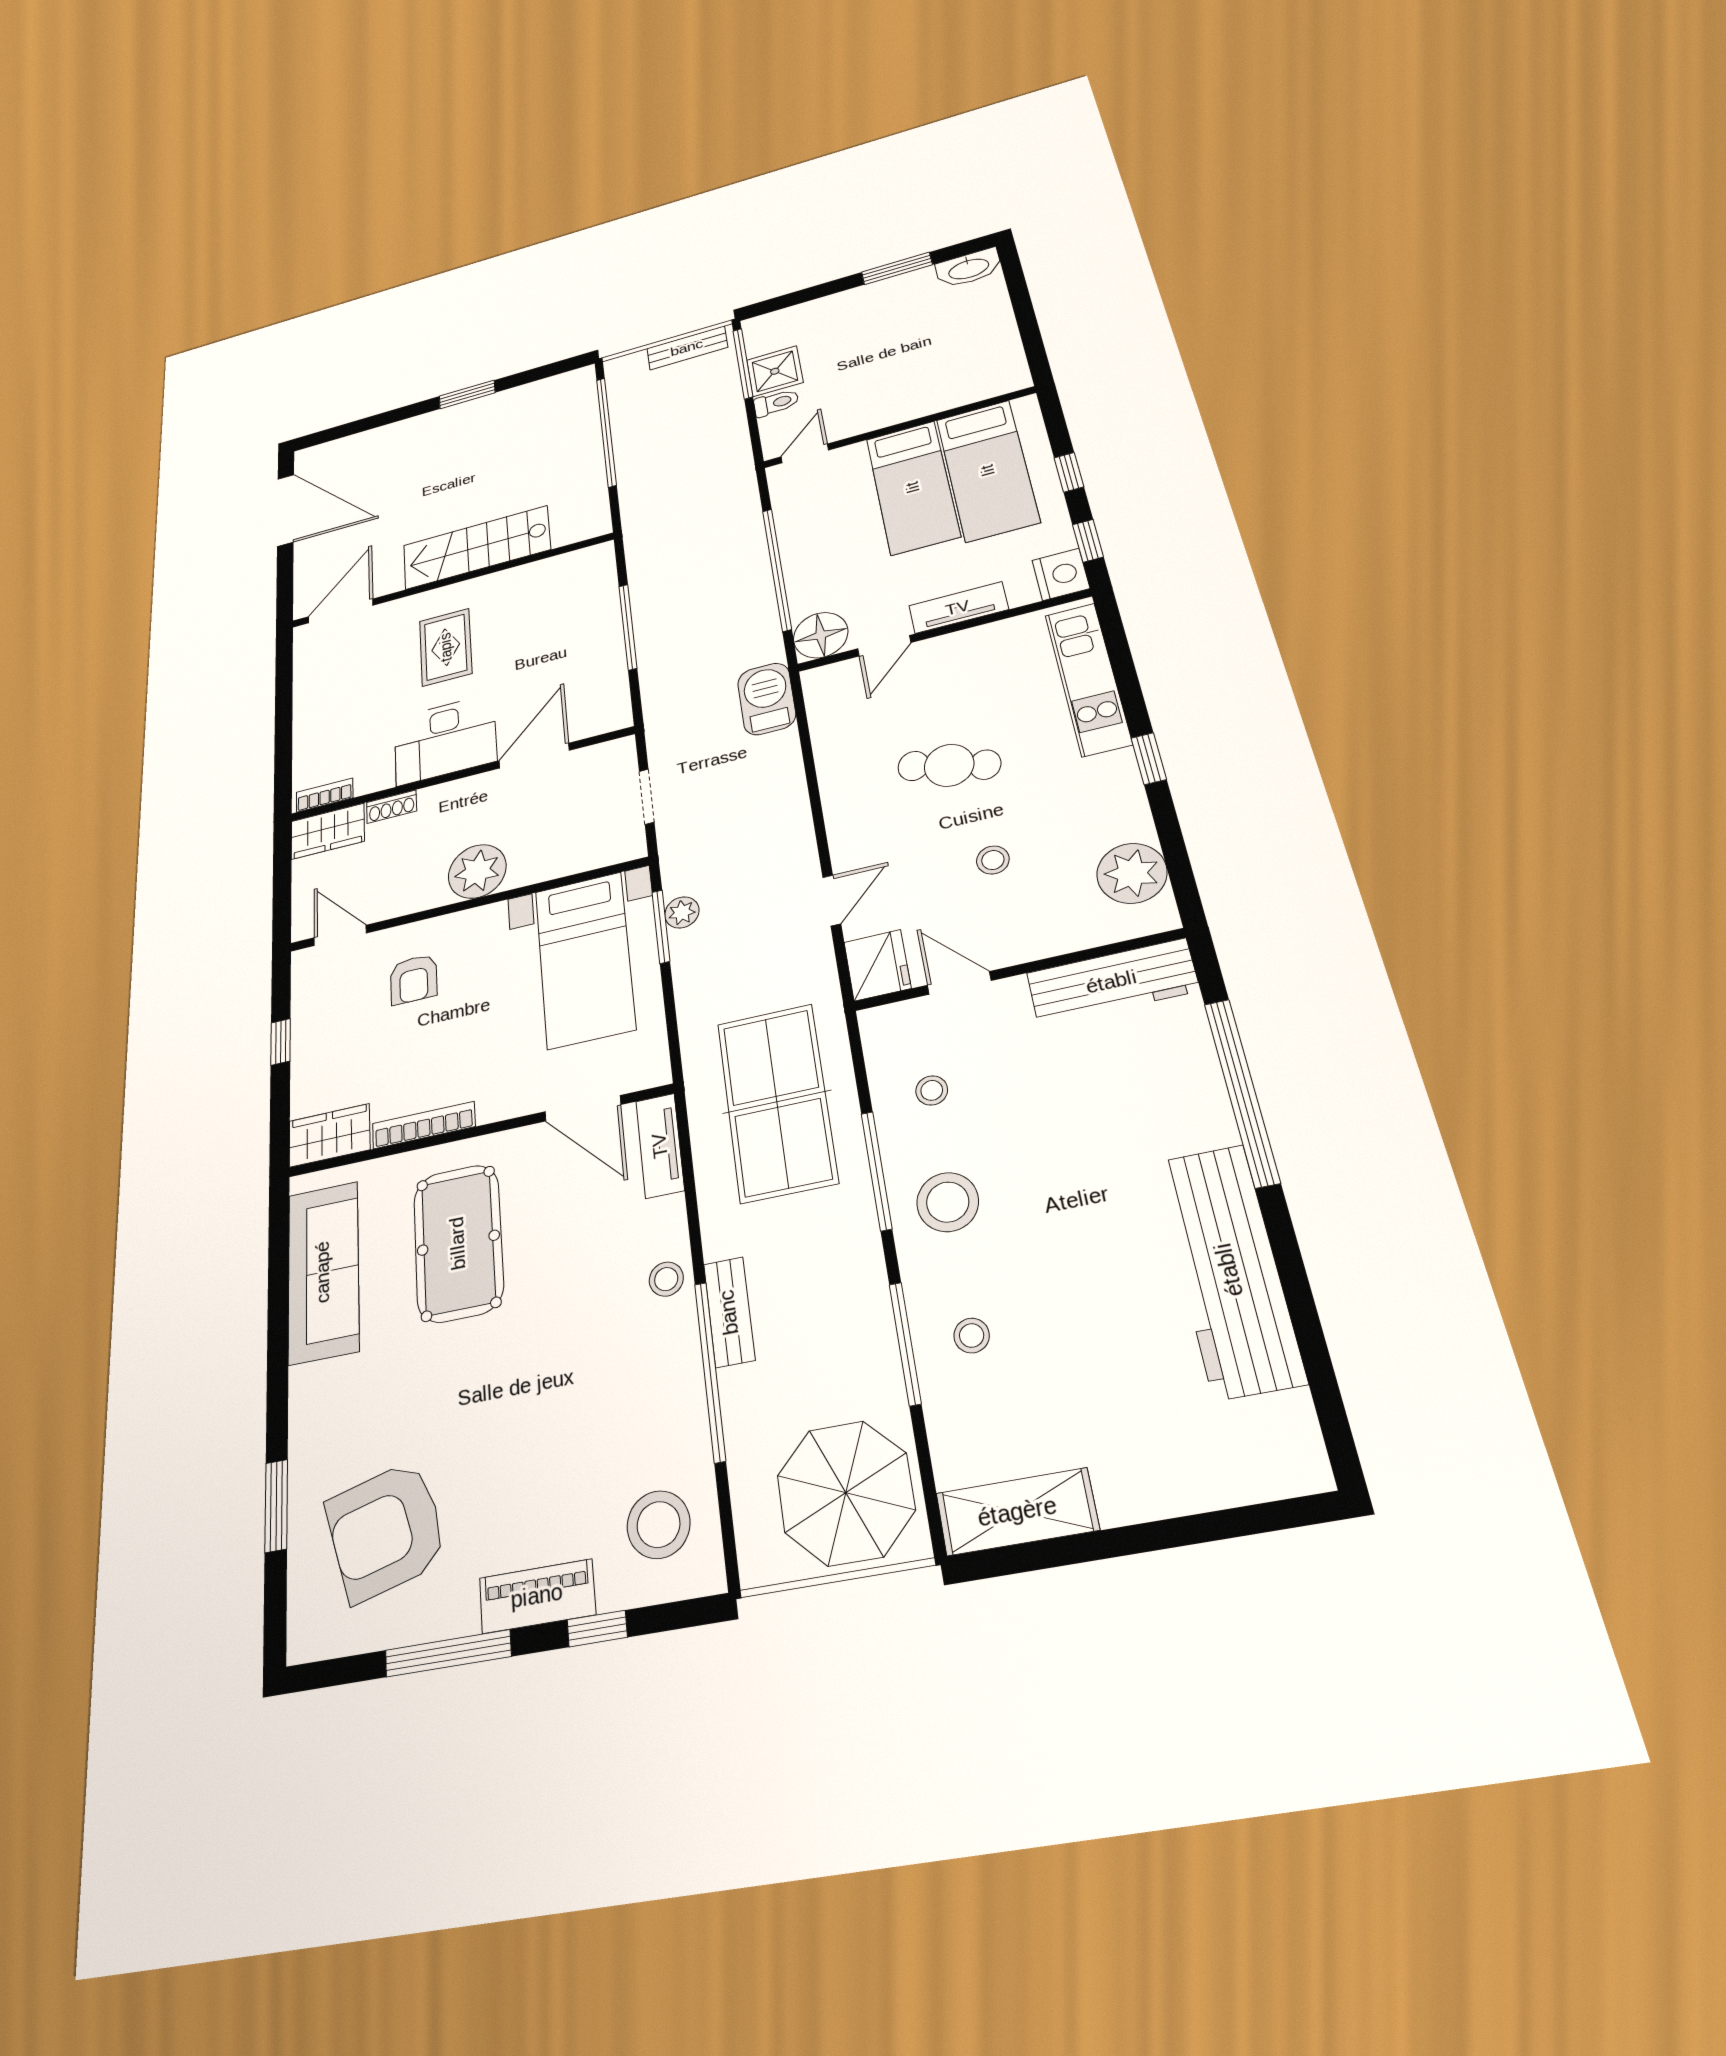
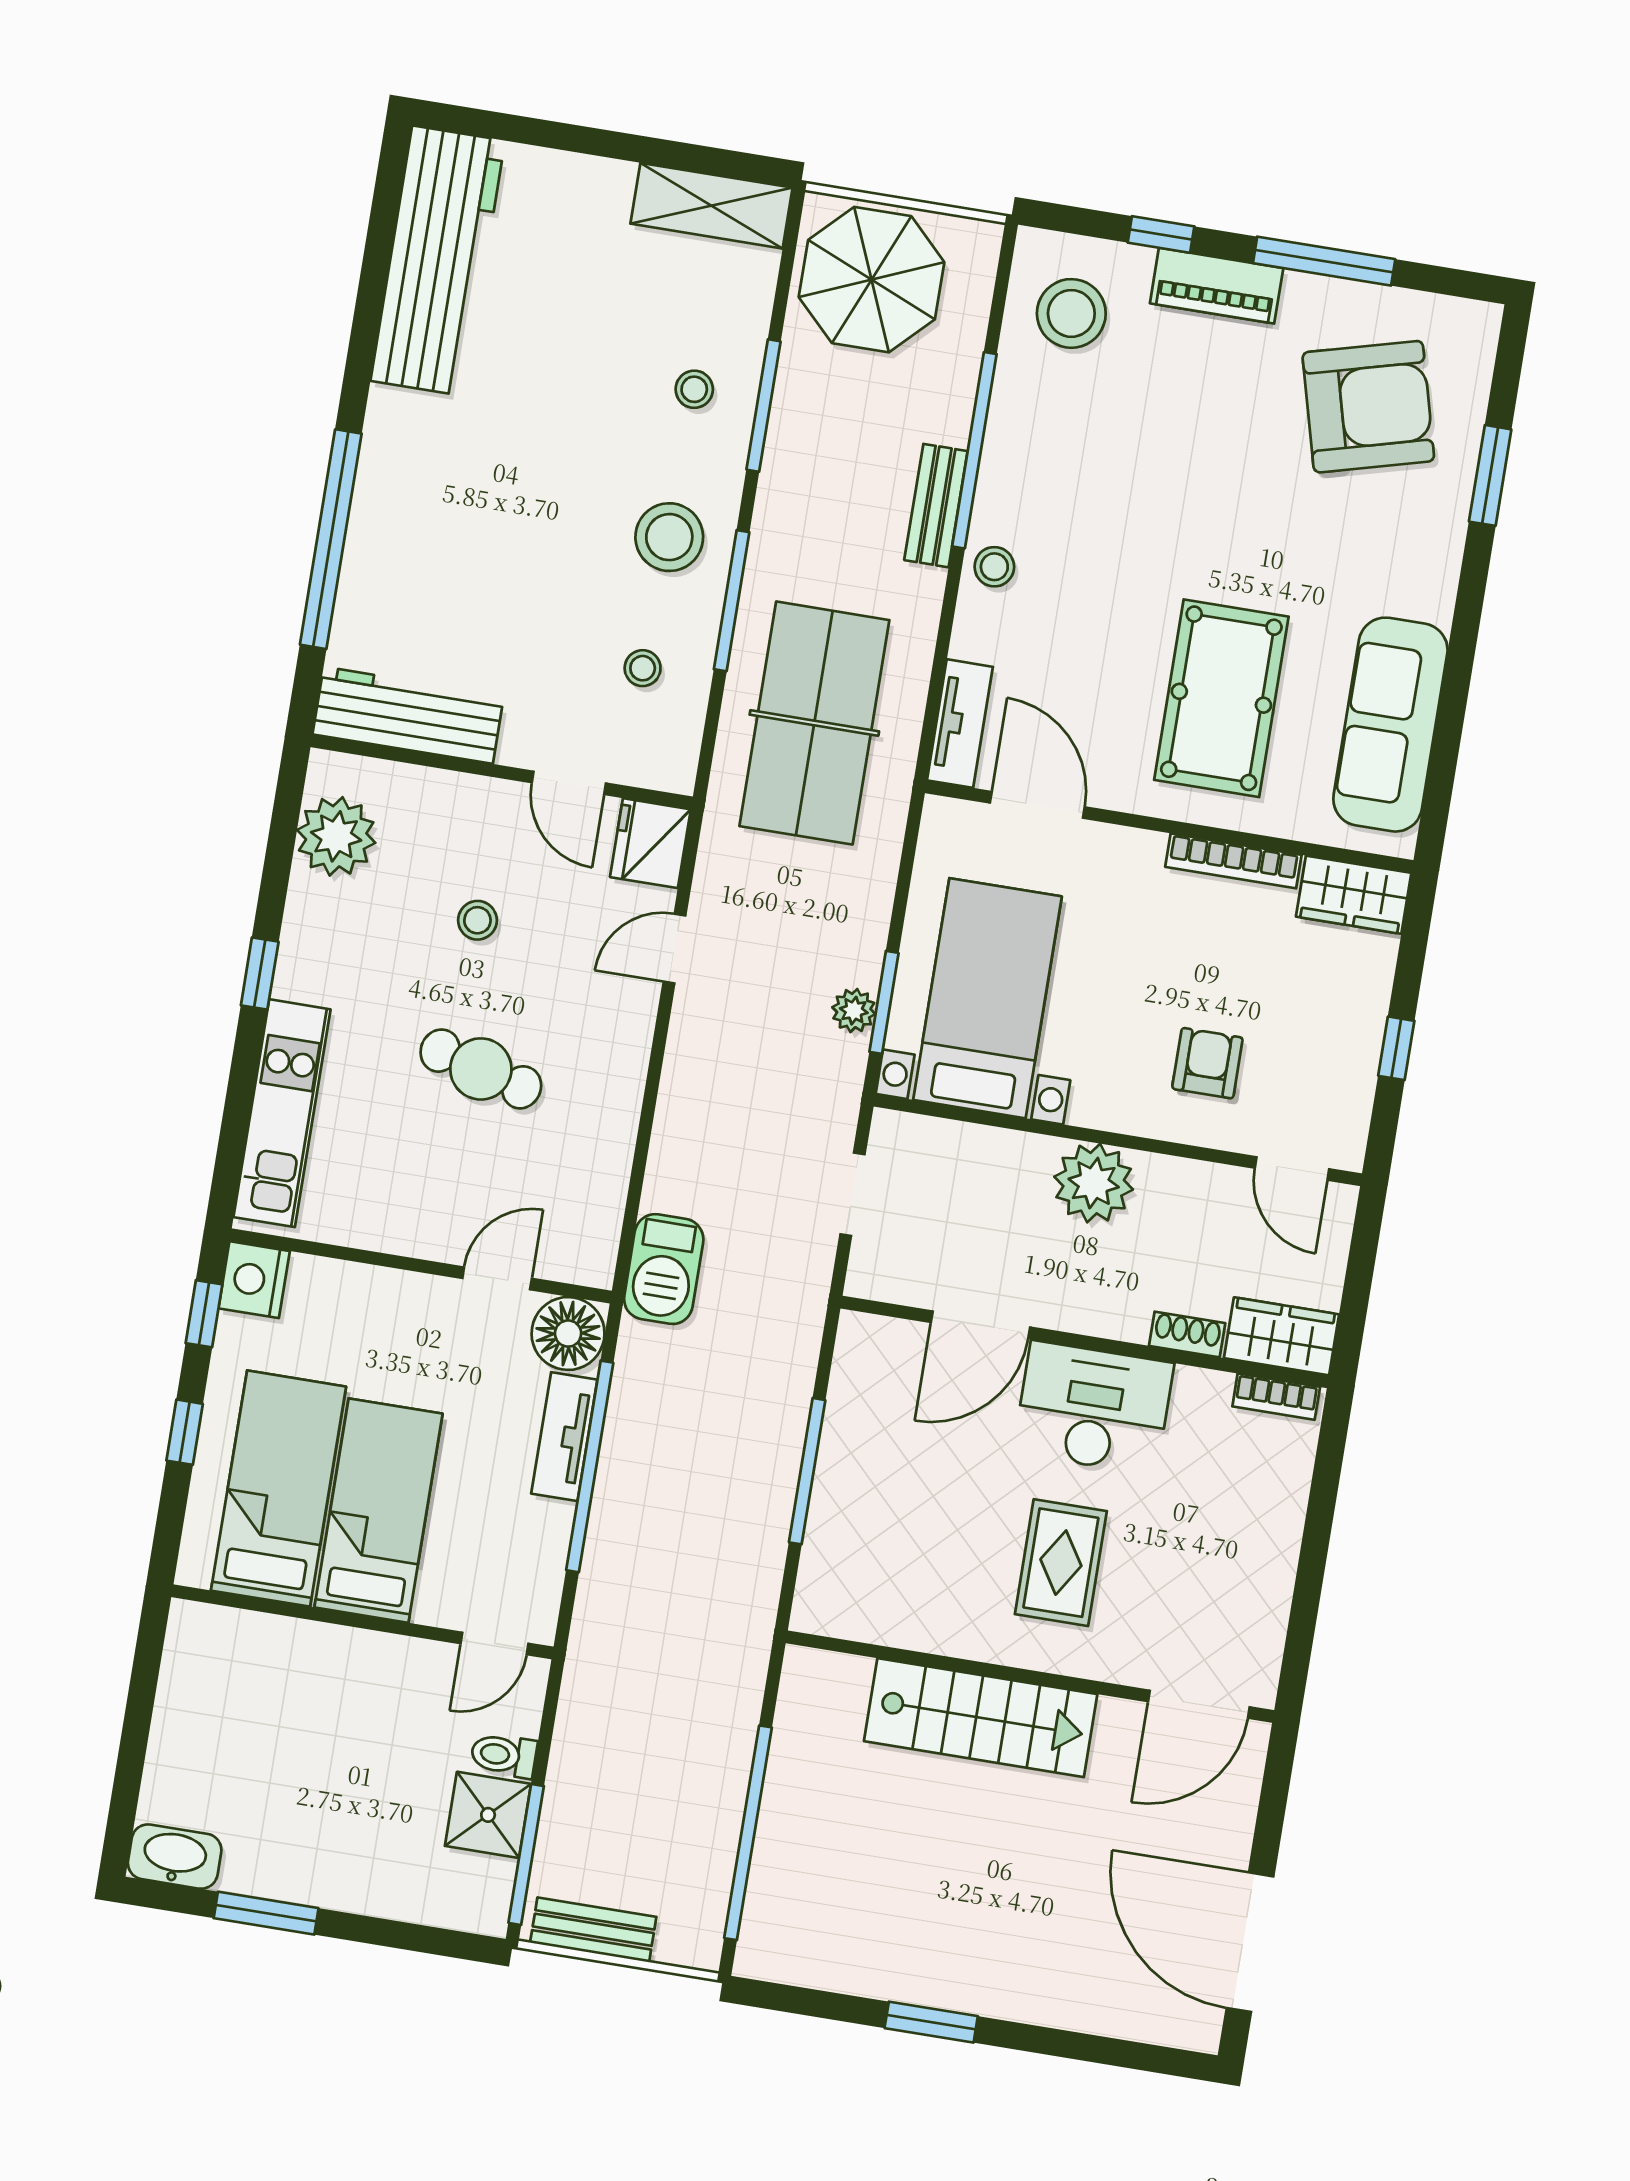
tv unit: (958, 608) -> (564, 1437), moved, turned 90
workbench: (1229, 1269) -> (438, 261), moved

